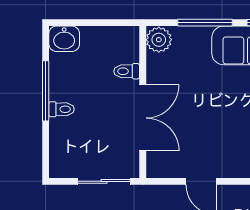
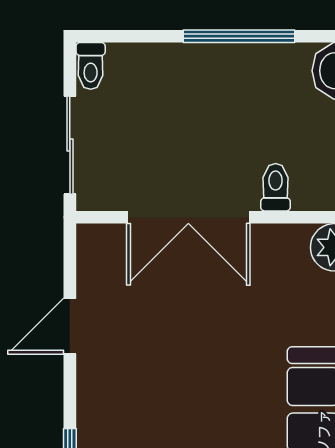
toilet: (62, 109) -> (91, 66), moved

